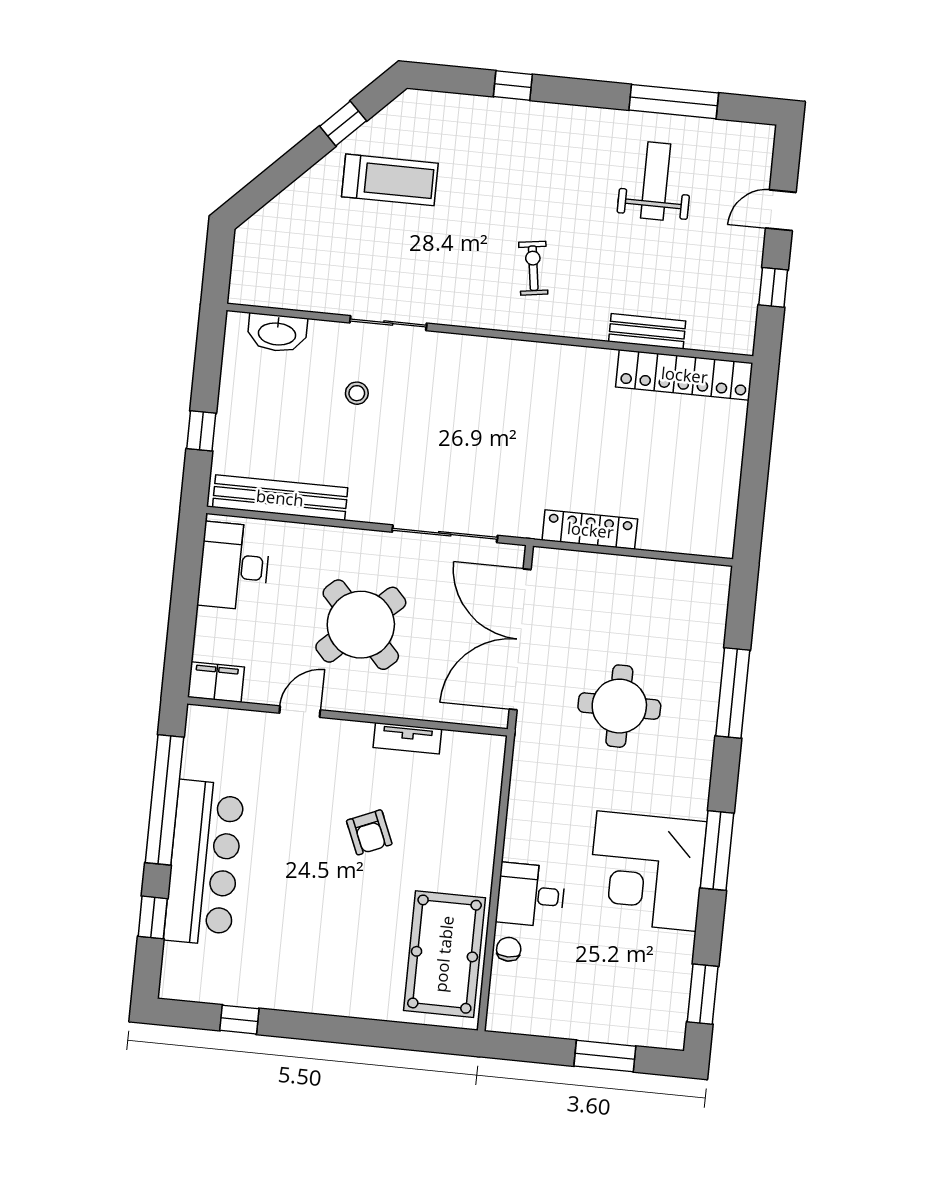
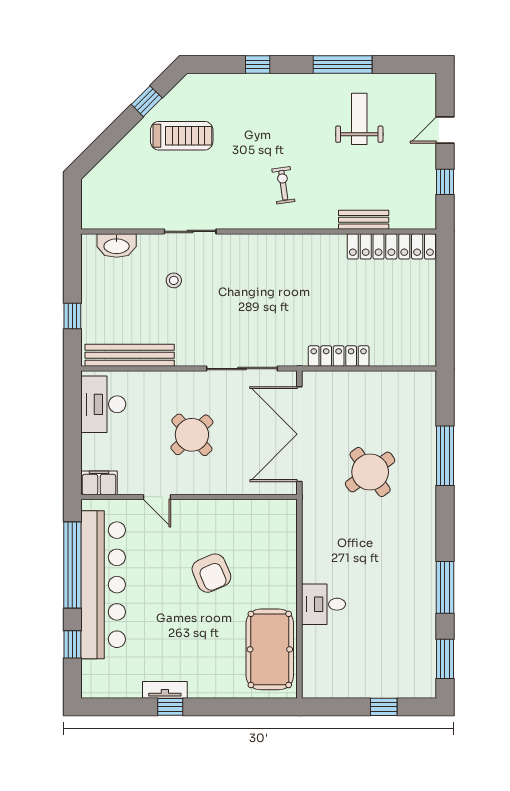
window: (674, 102) -> (343, 64), moved
round table: (361, 625) -> (192, 435), width x0.73, depth x0.73
round table: (619, 706) -> (370, 472), turned -36
door: (300, 712) -> (157, 497), swing flipped
tv unit: (407, 738) -> (165, 690), moved, turned 180
armchair: (369, 832) -> (211, 573), width x1.38, depth x1.38
window: (717, 850) -> (445, 587), moved
bar counter: (204, 863) -> (103, 585), width x1.36
corner desk: (647, 871) -> (399, 580), removed
chair: (509, 949) -> (312, 642), removed
window: (239, 1020) -> (170, 707), moved
window: (605, 1056) -> (384, 707), width x0.67

